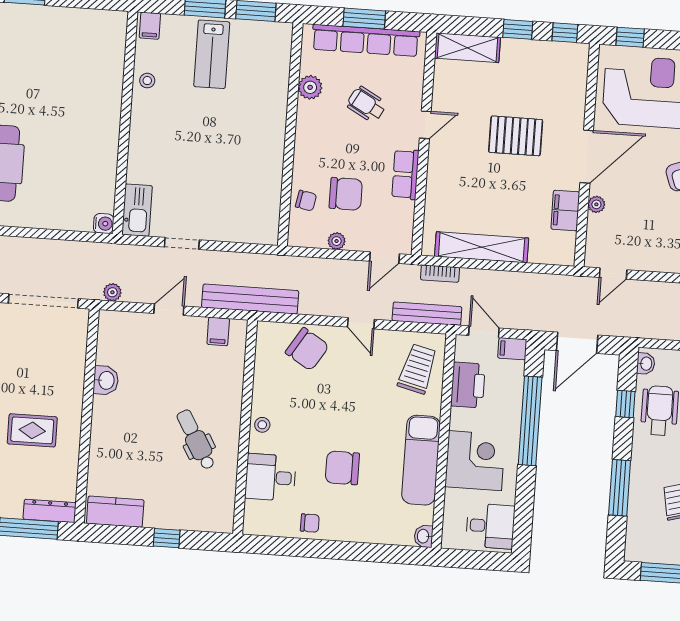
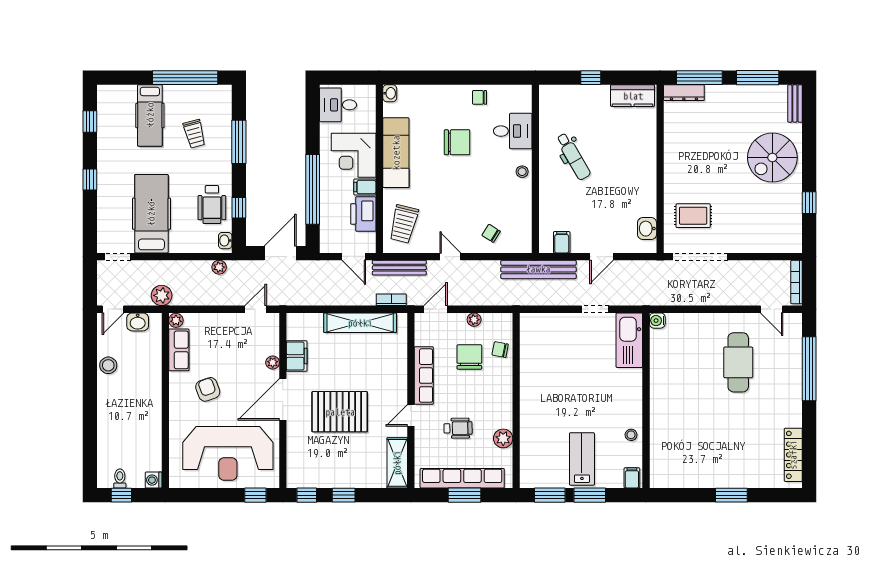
shelving: (467, 48) -> (397, 463), moved, turned 90
wheelchair: (367, 104) -> (458, 428), turned -30
pallet: (516, 136) -> (340, 412), width x1.37, depth x1.41
row of seats: (405, 174) -> (424, 376), width x1.48
chair: (346, 194) -> (469, 357), turned 90
kitchen sink: (137, 210) -> (629, 340), width x1.36, depth x1.24
plant: (112, 292) -> (219, 267), moved
chair: (307, 349) -> (491, 233), width x0.54, depth x0.54
filing cabinet: (512, 349) -> (365, 187), moved, turned 180
washbasin: (106, 380) -> (647, 229), moved
rug: (32, 430) -> (693, 216), moved

